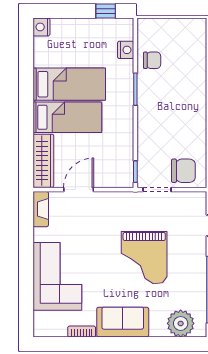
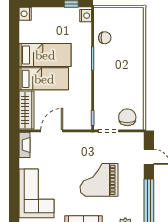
nightstand: (126, 50) -> (86, 16), moved
chair: (183, 171) -> (127, 117), turned -90
grand piano: (144, 258) -> (99, 180), turned 90

